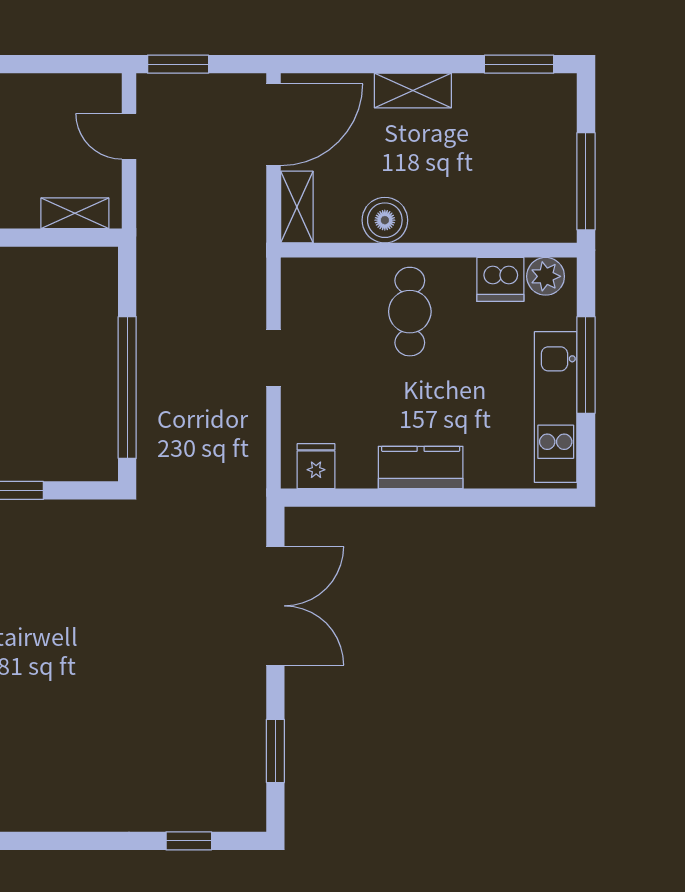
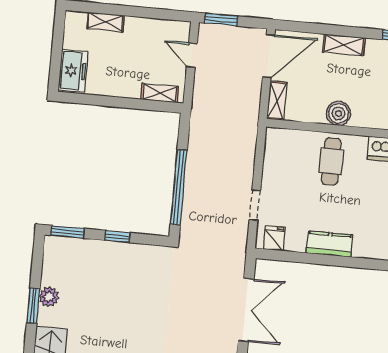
boiler: (385, 220) -> (338, 113), moved
doorway: (273, 358) -> (255, 205), moved

